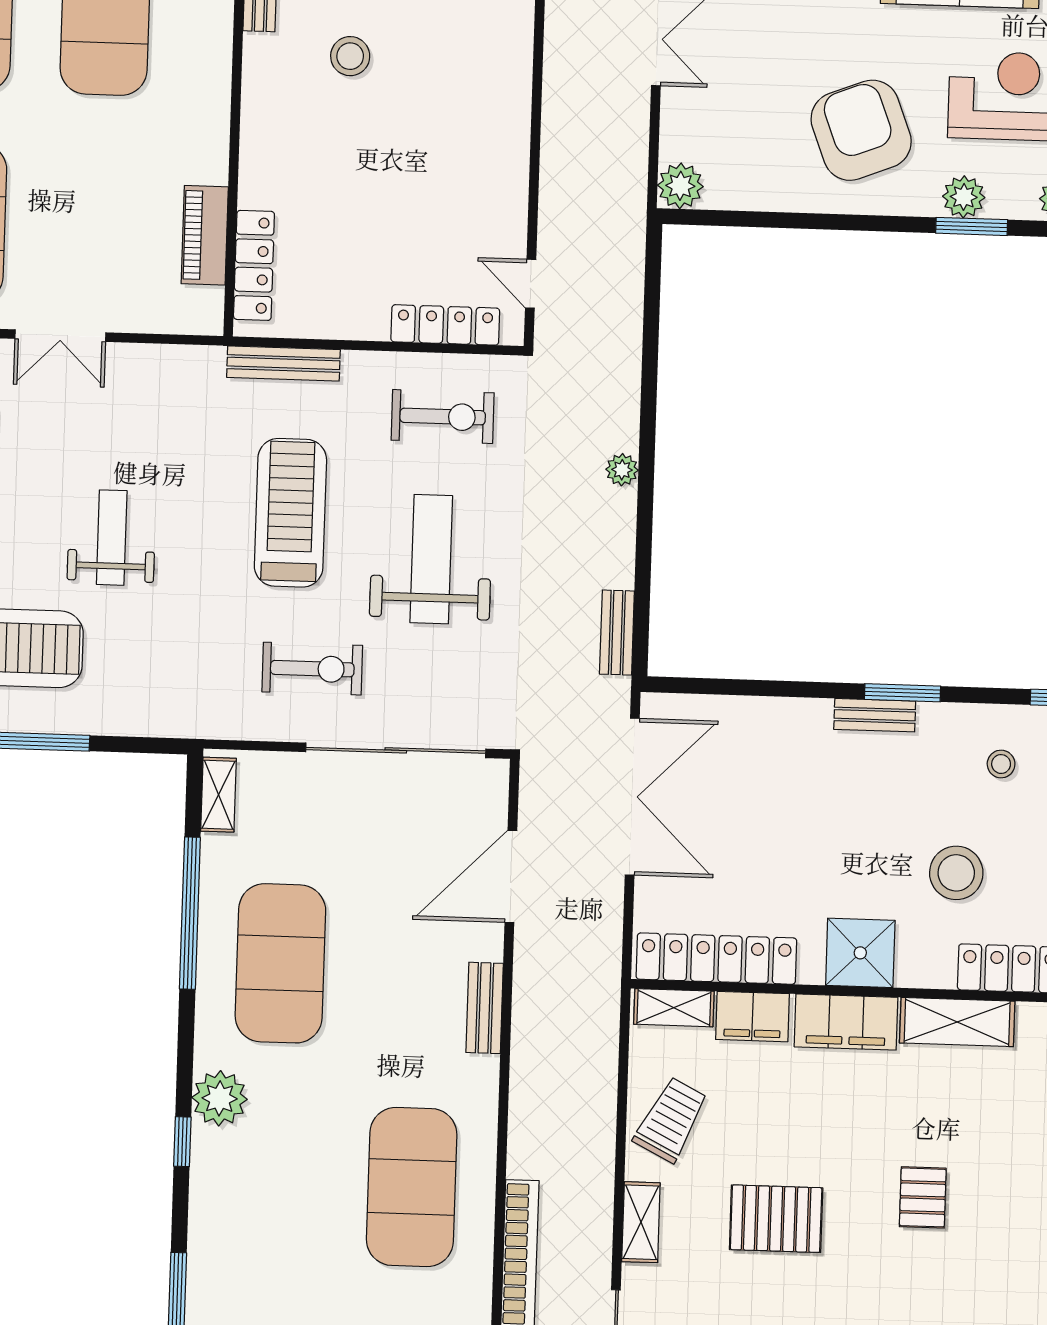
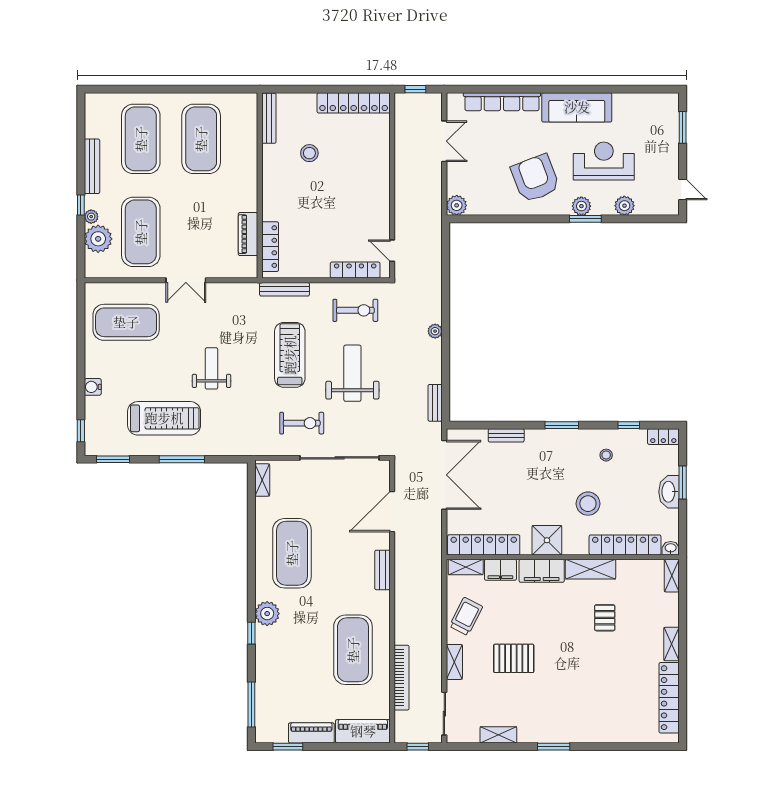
bench: (875, 715) -> (506, 435), moved
window: (190, 913) -> (251, 533), removed
pallet: (923, 1197) -> (605, 618), moved

